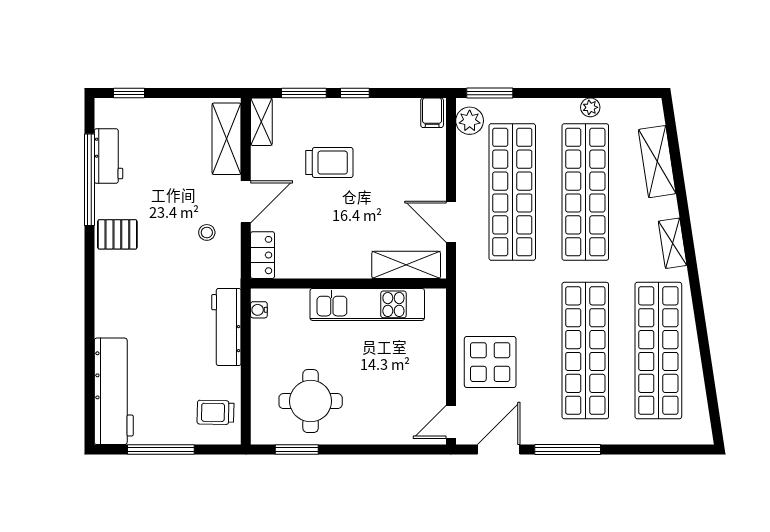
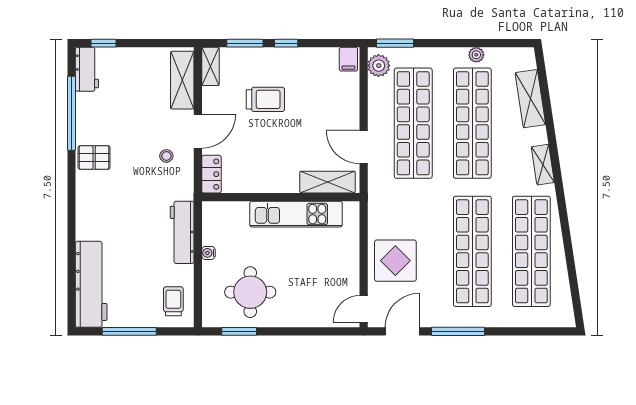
workbench: (109, 156) -> (87, 69), moved
water cooler: (259, 310) -> (208, 253), moved
trolley: (215, 412) -> (173, 301), turned 89

